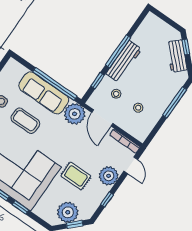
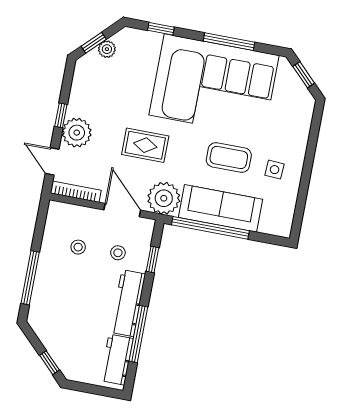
window: (118, 51) -> (138, 334), moved
workbench: (177, 56) -> (117, 360), moved, turned -135
rug: (76, 176) -> (145, 145), moved
window: (107, 200) -> (61, 115), moved
window: (20, 207) -> (161, 29), moved
plant: (68, 212) -> (107, 49), width x0.53, depth x0.53

